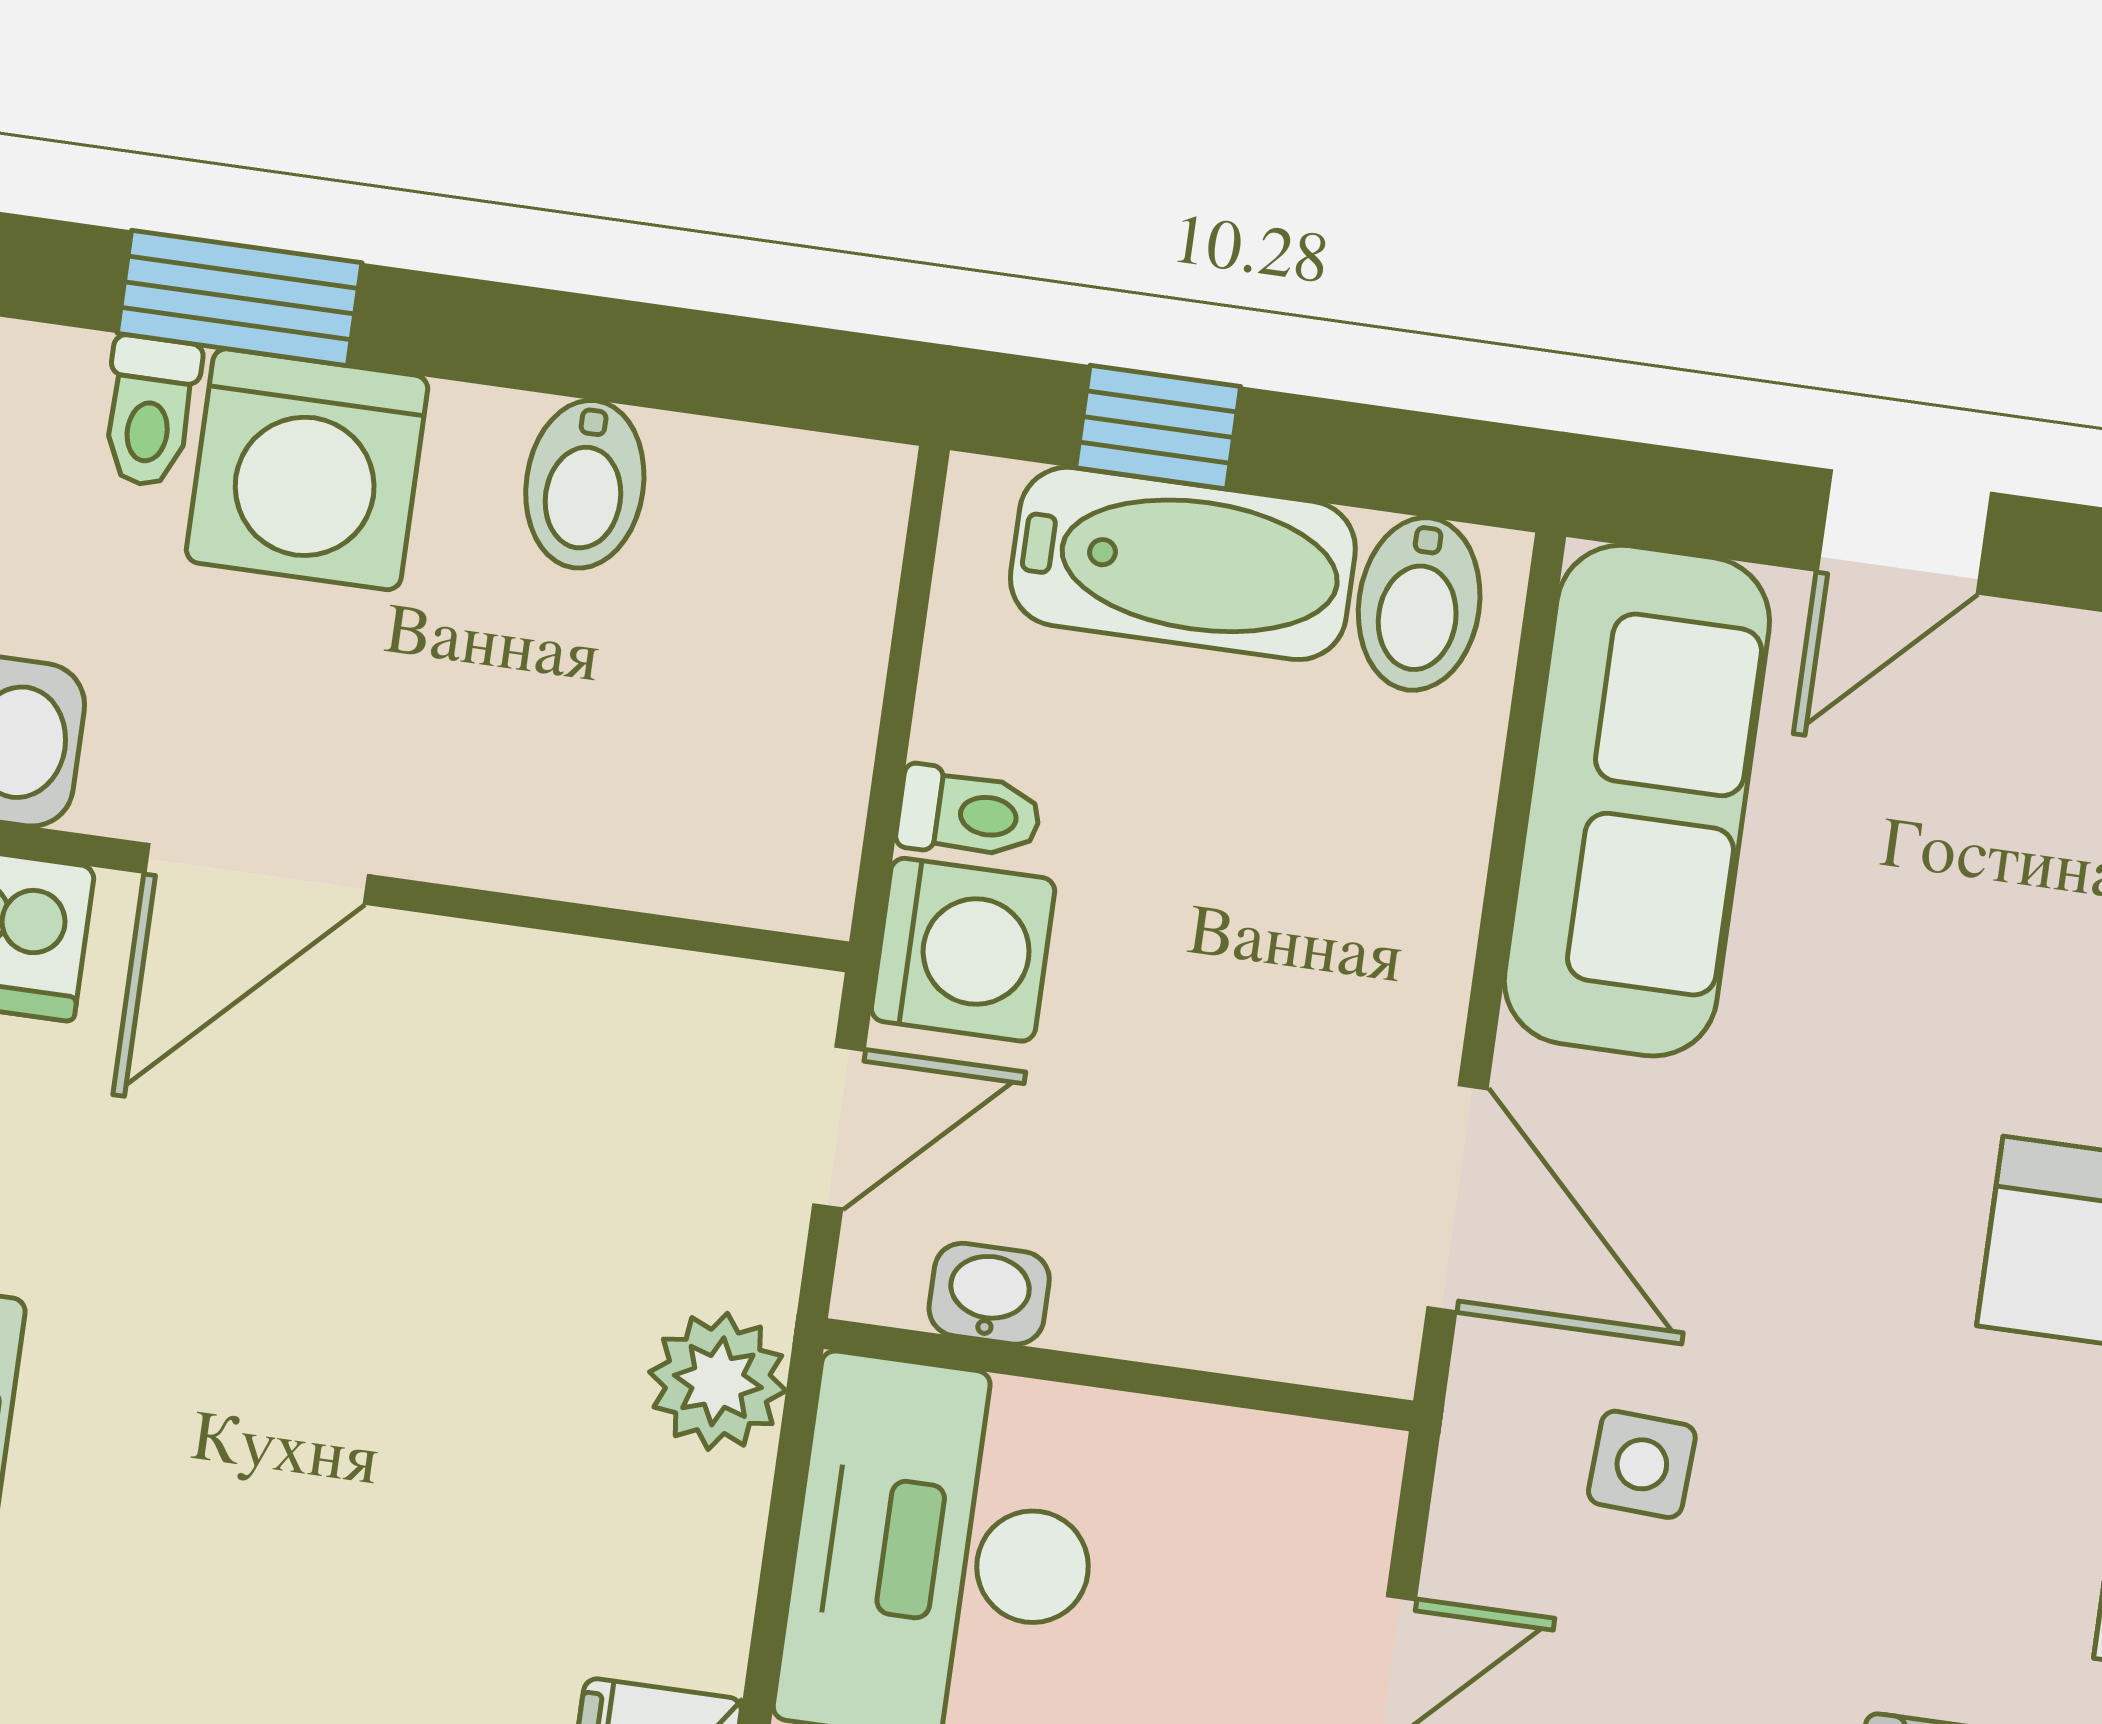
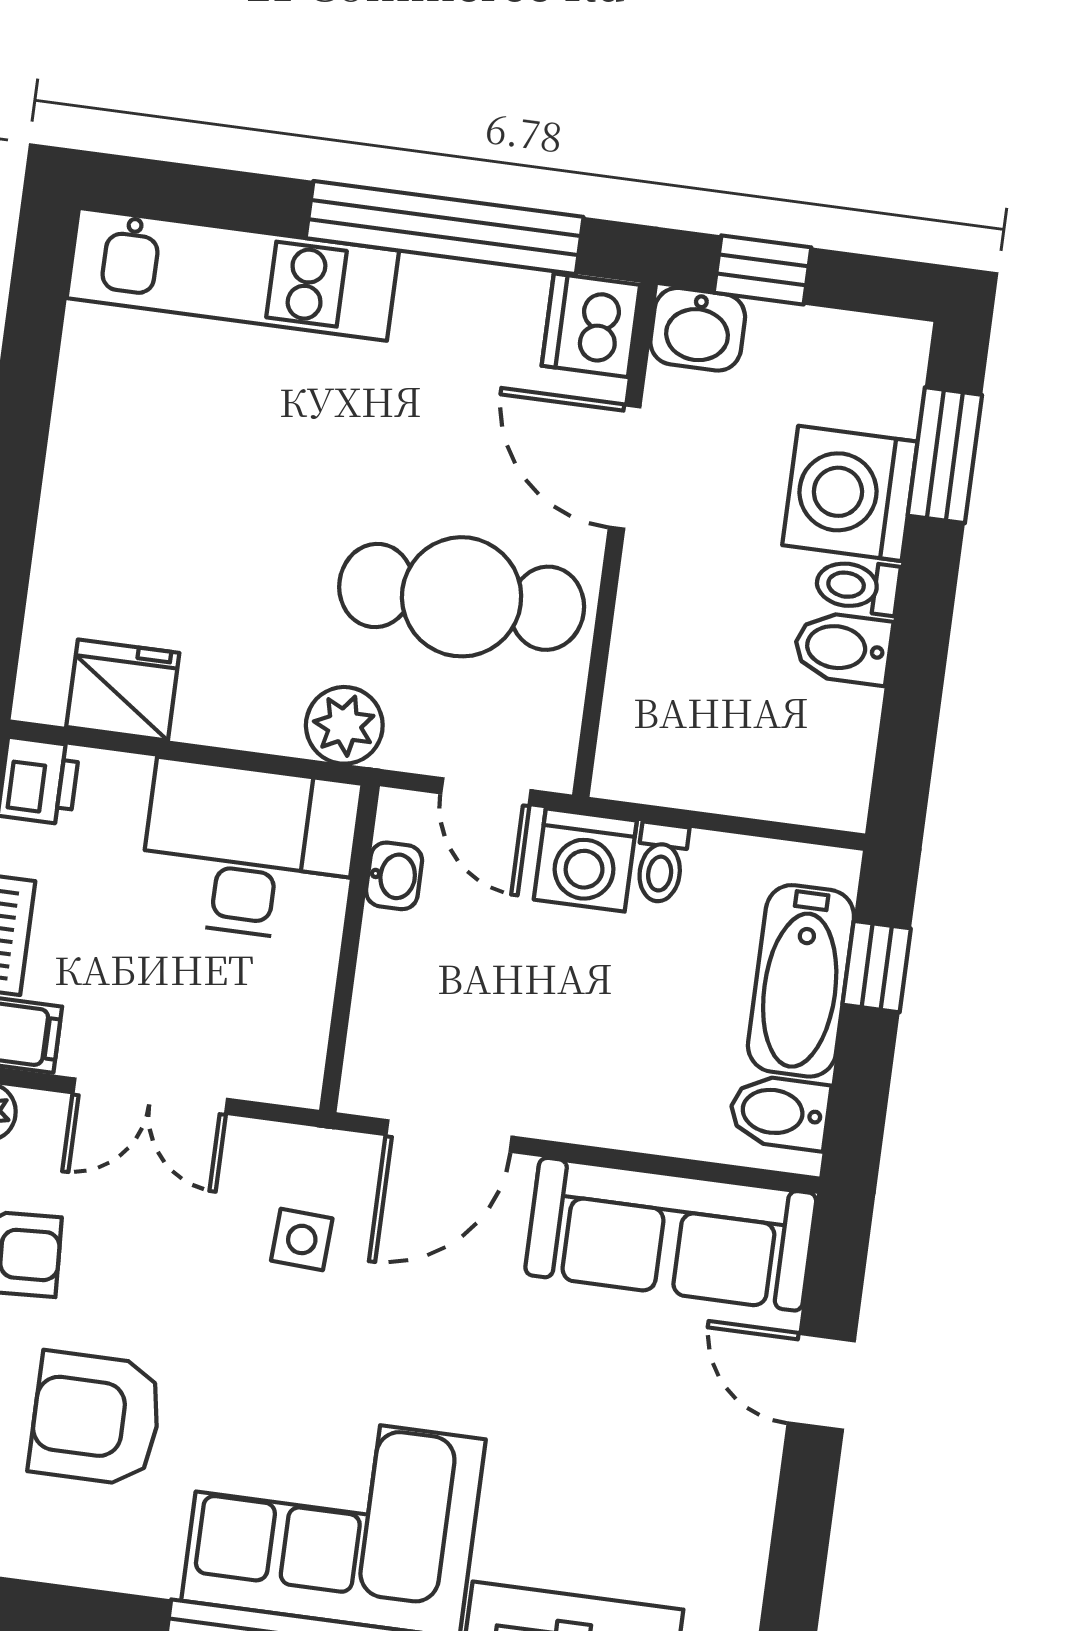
toilet: (150, 412) -> (857, 586), moved
cafe table: (488, 1169) -> (462, 597), added

